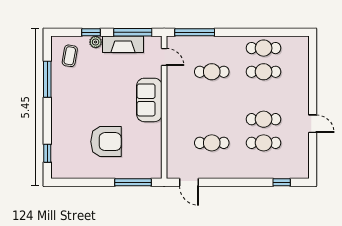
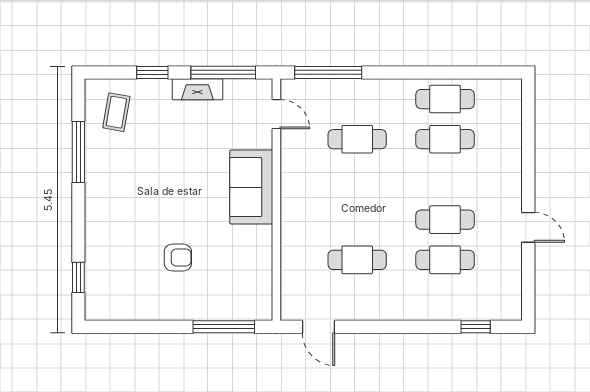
plant: (96, 42) -> (160, 89), removed
fireplace: (123, 44) -> (197, 89), width x0.73, depth x0.76
armchair: (106, 142) -> (178, 258), width x0.53, depth x0.53

